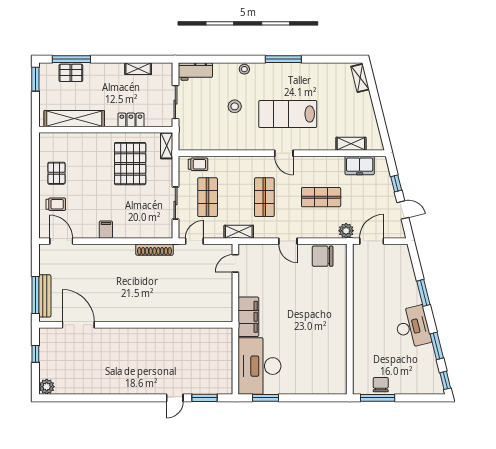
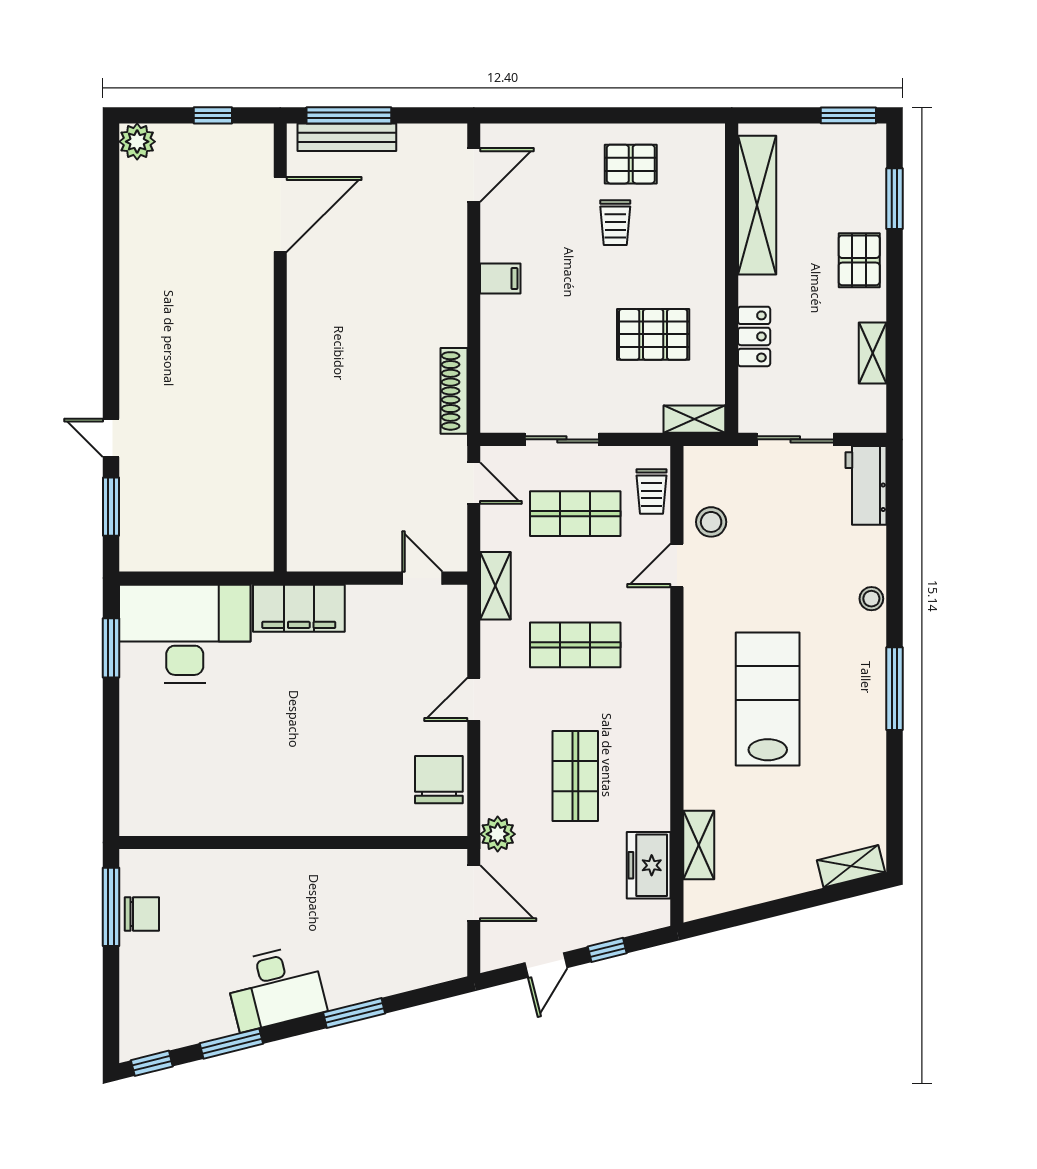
window: (71, 59) -> (895, 199), width x0.69
pallet: (71, 73) -> (859, 260), moved
stool: (235, 106) -> (711, 522), moved
door: (284, 153) -> (677, 565), moved
pallet: (130, 164) -> (653, 334), width x0.73, depth x0.71
trolley: (56, 204) -> (615, 223), moved

